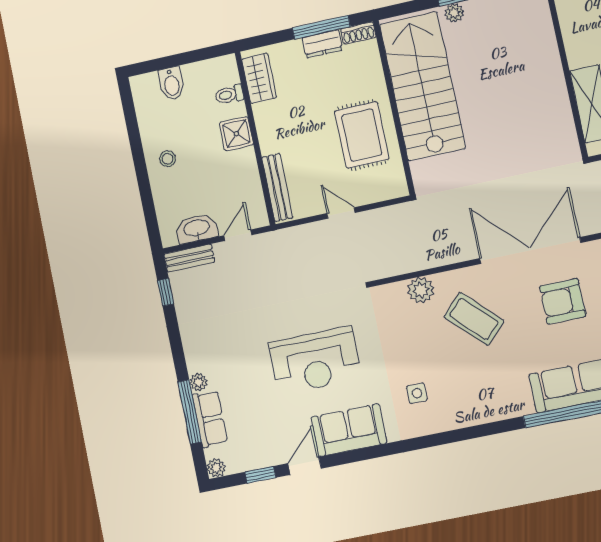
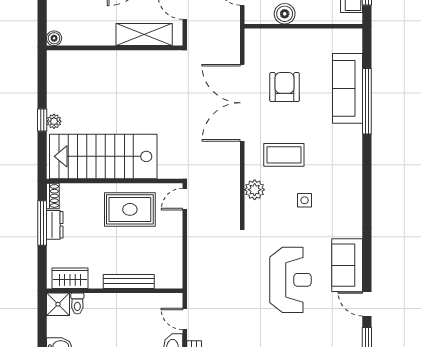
shower: (236, 134) -> (58, 304), moved
bench: (277, 188) -> (129, 281), moved
door: (341, 213) -> (185, 199), moved
armchair: (563, 301) -> (285, 87), turned 180
coffee table: (474, 319) -> (284, 155), turned 45
side table: (417, 393) -> (305, 200), moved

